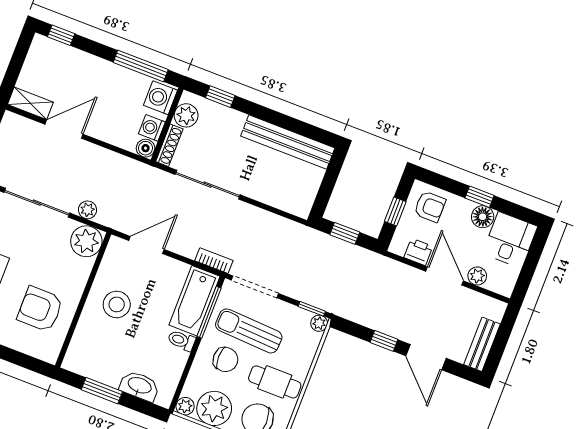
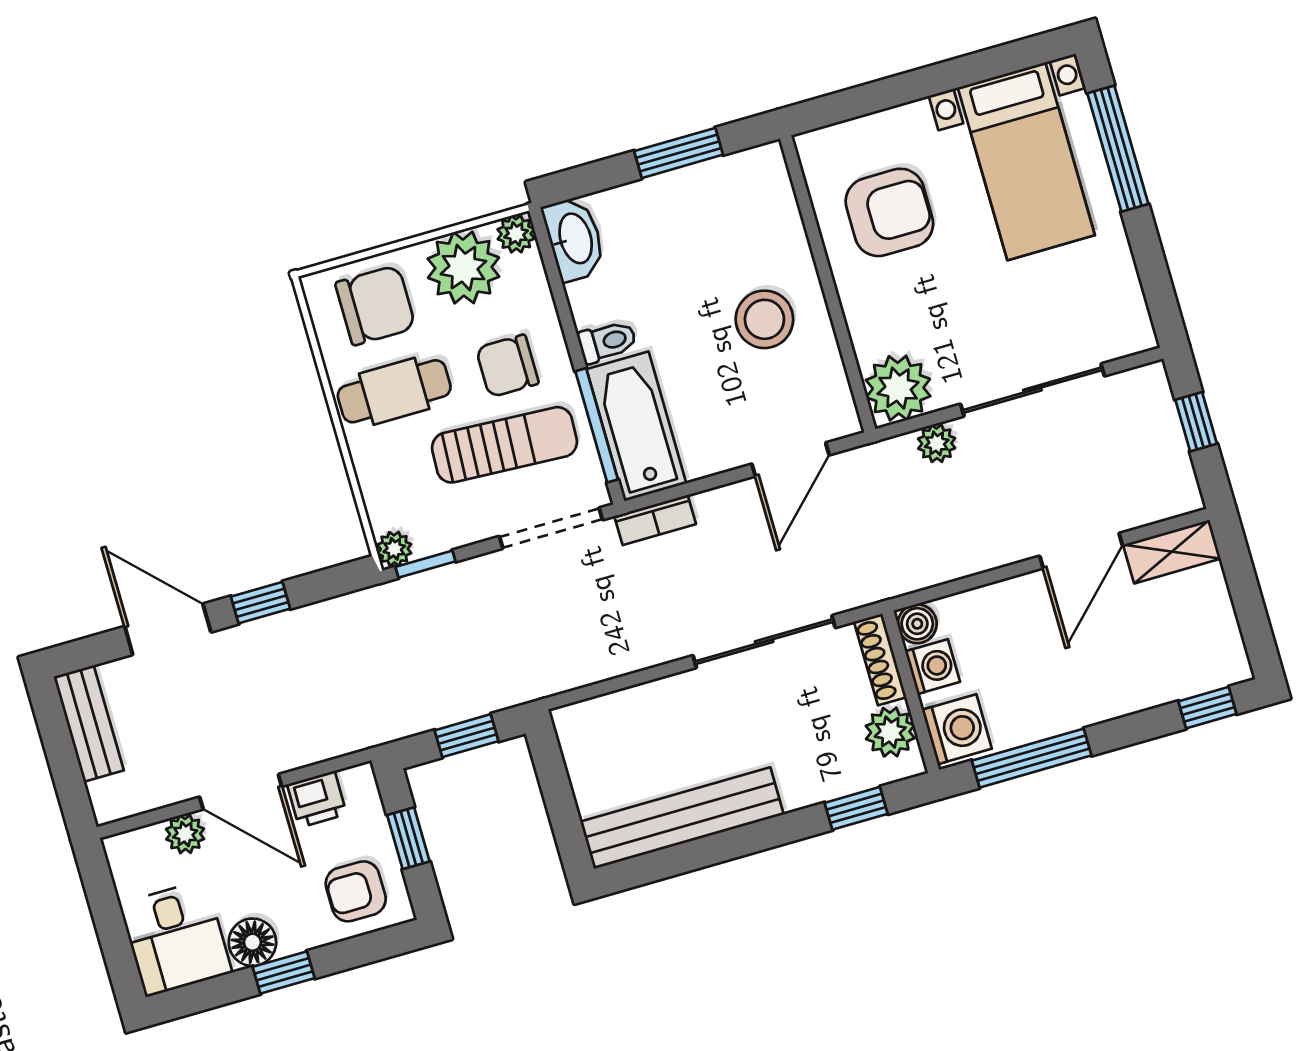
washbasin: (139, 386) -> (574, 239), moved, turned -90

